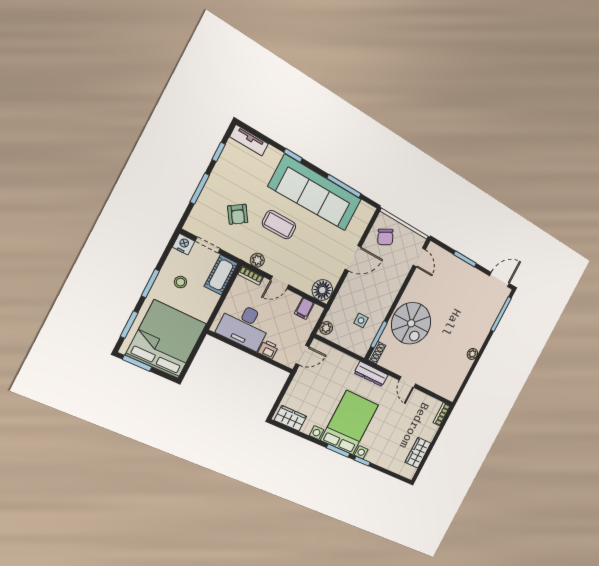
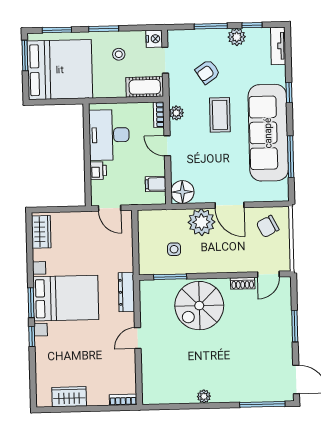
plant: (222, 171) -> (237, 37), added
plant: (326, 328) -> (201, 222), moved, width x1.88, depth x1.88
shoe rack: (377, 353) -> (243, 283), moved

